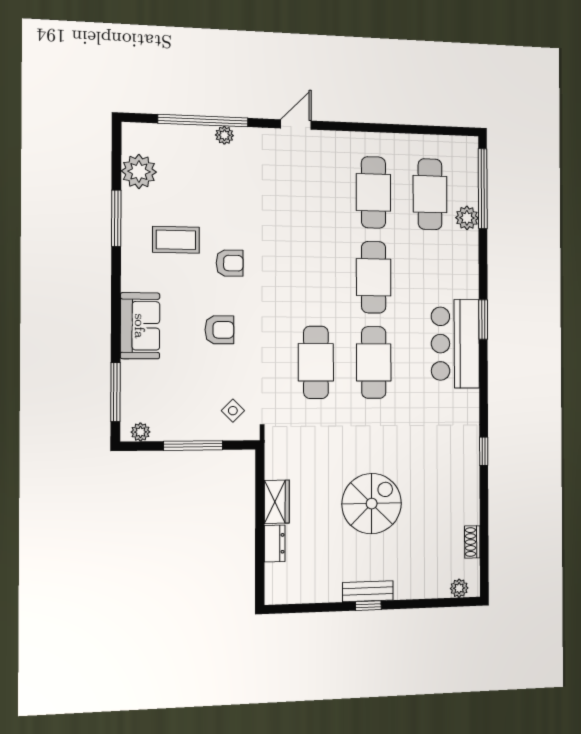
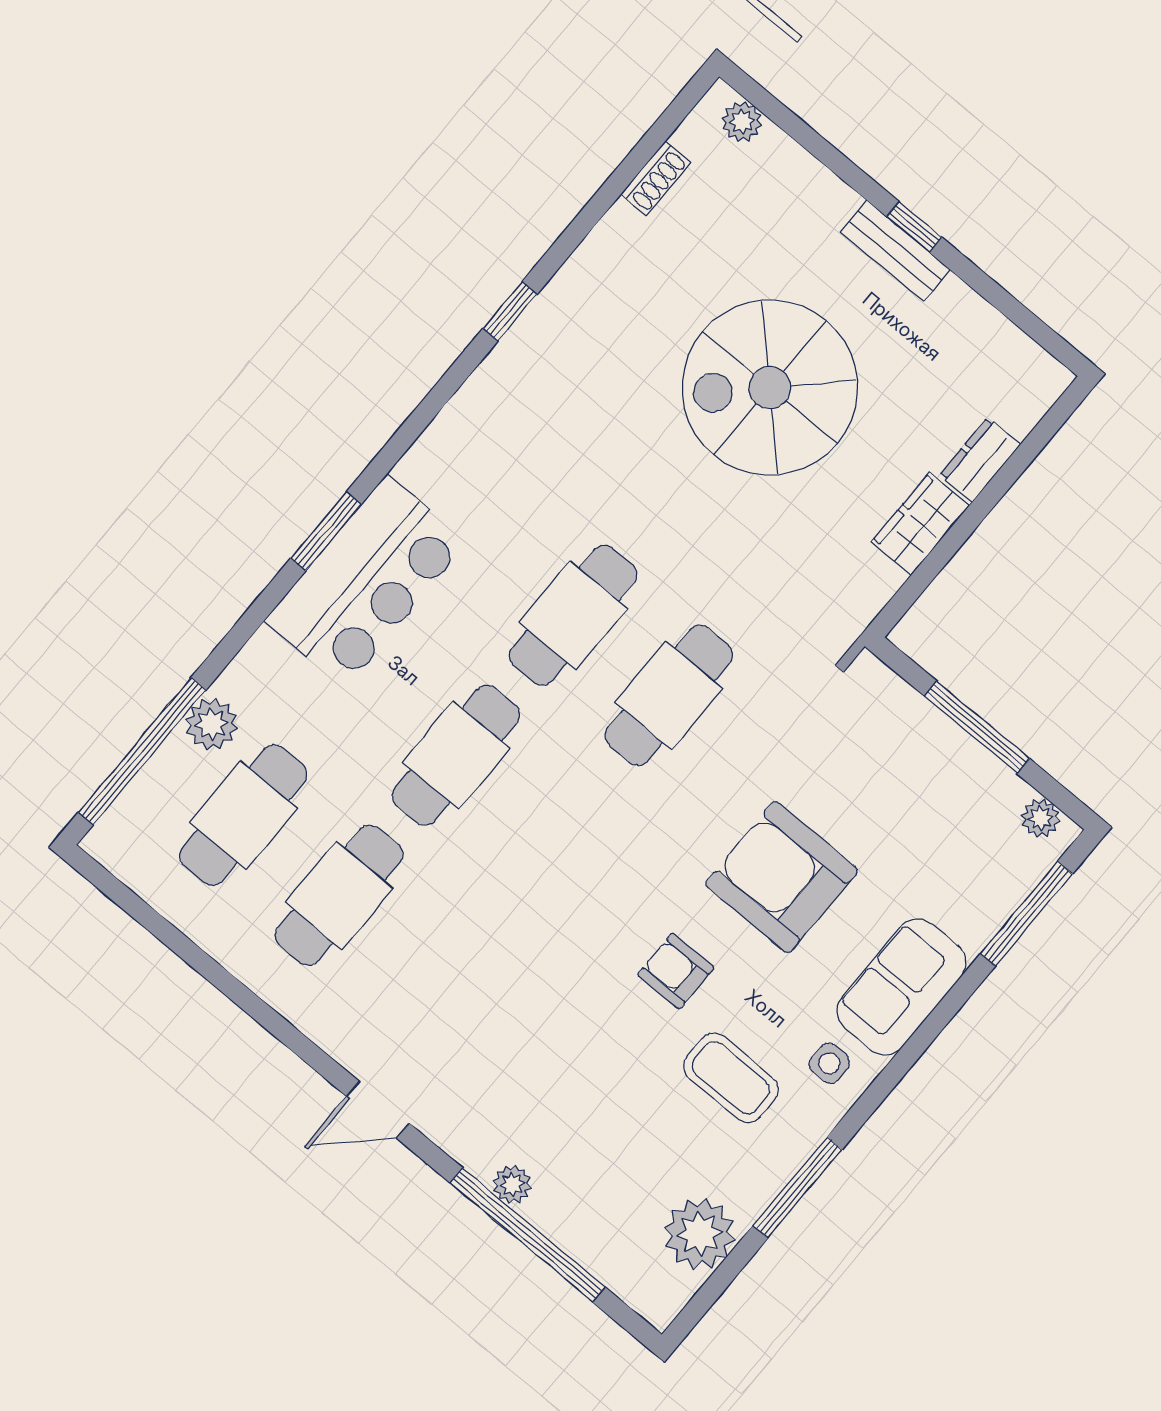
armchair: (219, 330) -> (782, 877), width x1.88, depth x1.88
bar counter: (455, 344) -> (366, 582), moved
side table: (233, 411) -> (829, 1063), moved, turned 45
spiral stairs: (372, 504) -> (770, 388), width x1.37, depth x1.37

